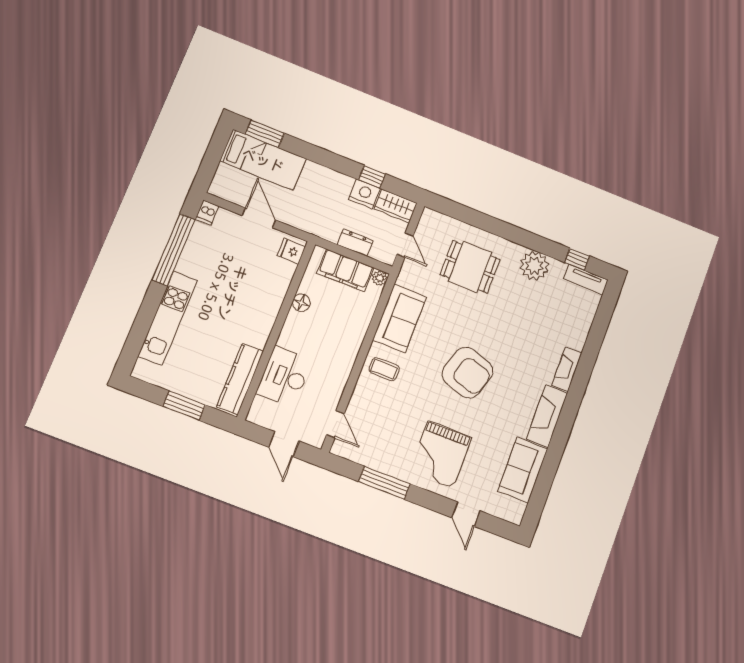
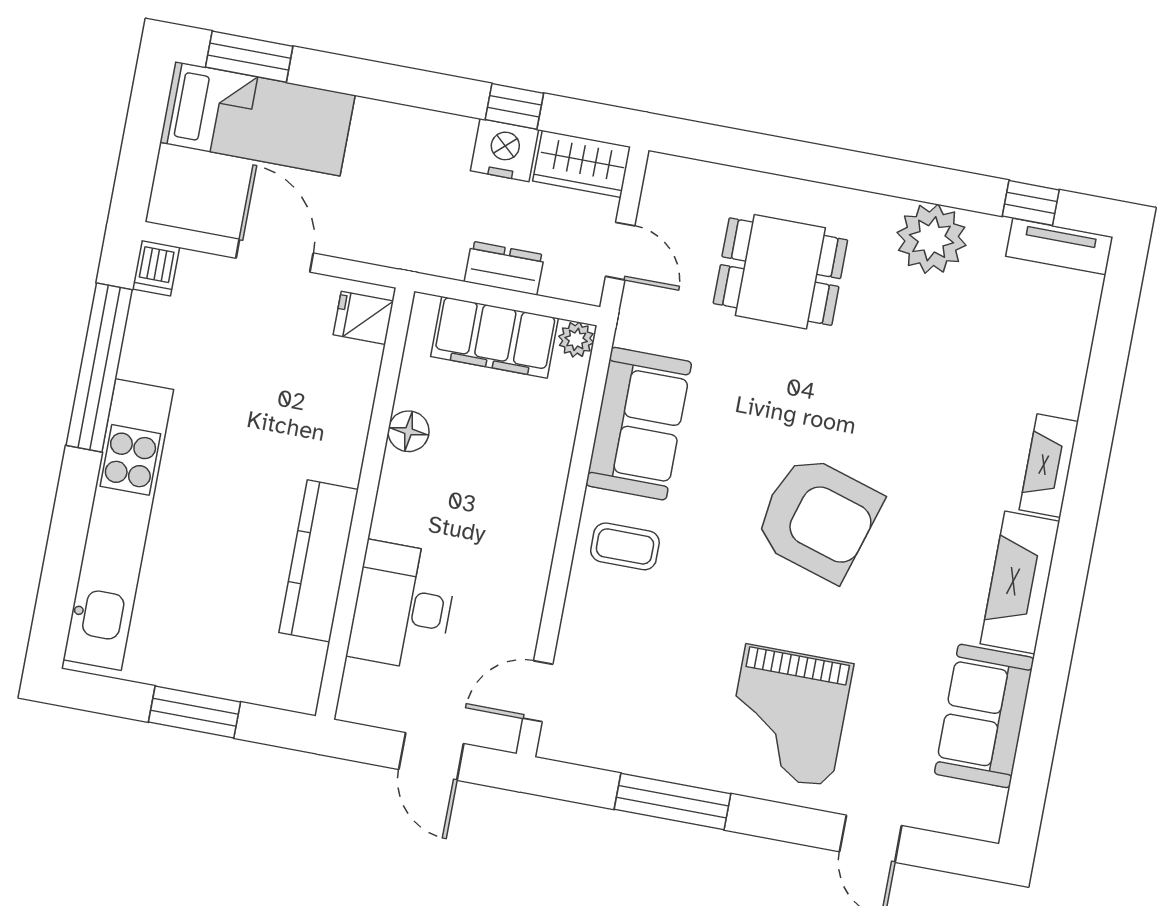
kitchen unit: (168, 318) -> (118, 525), width x1.36
kitchen counter: (240, 379) -> (319, 561), moved
door: (335, 424) -> (538, 691), swing flipped

